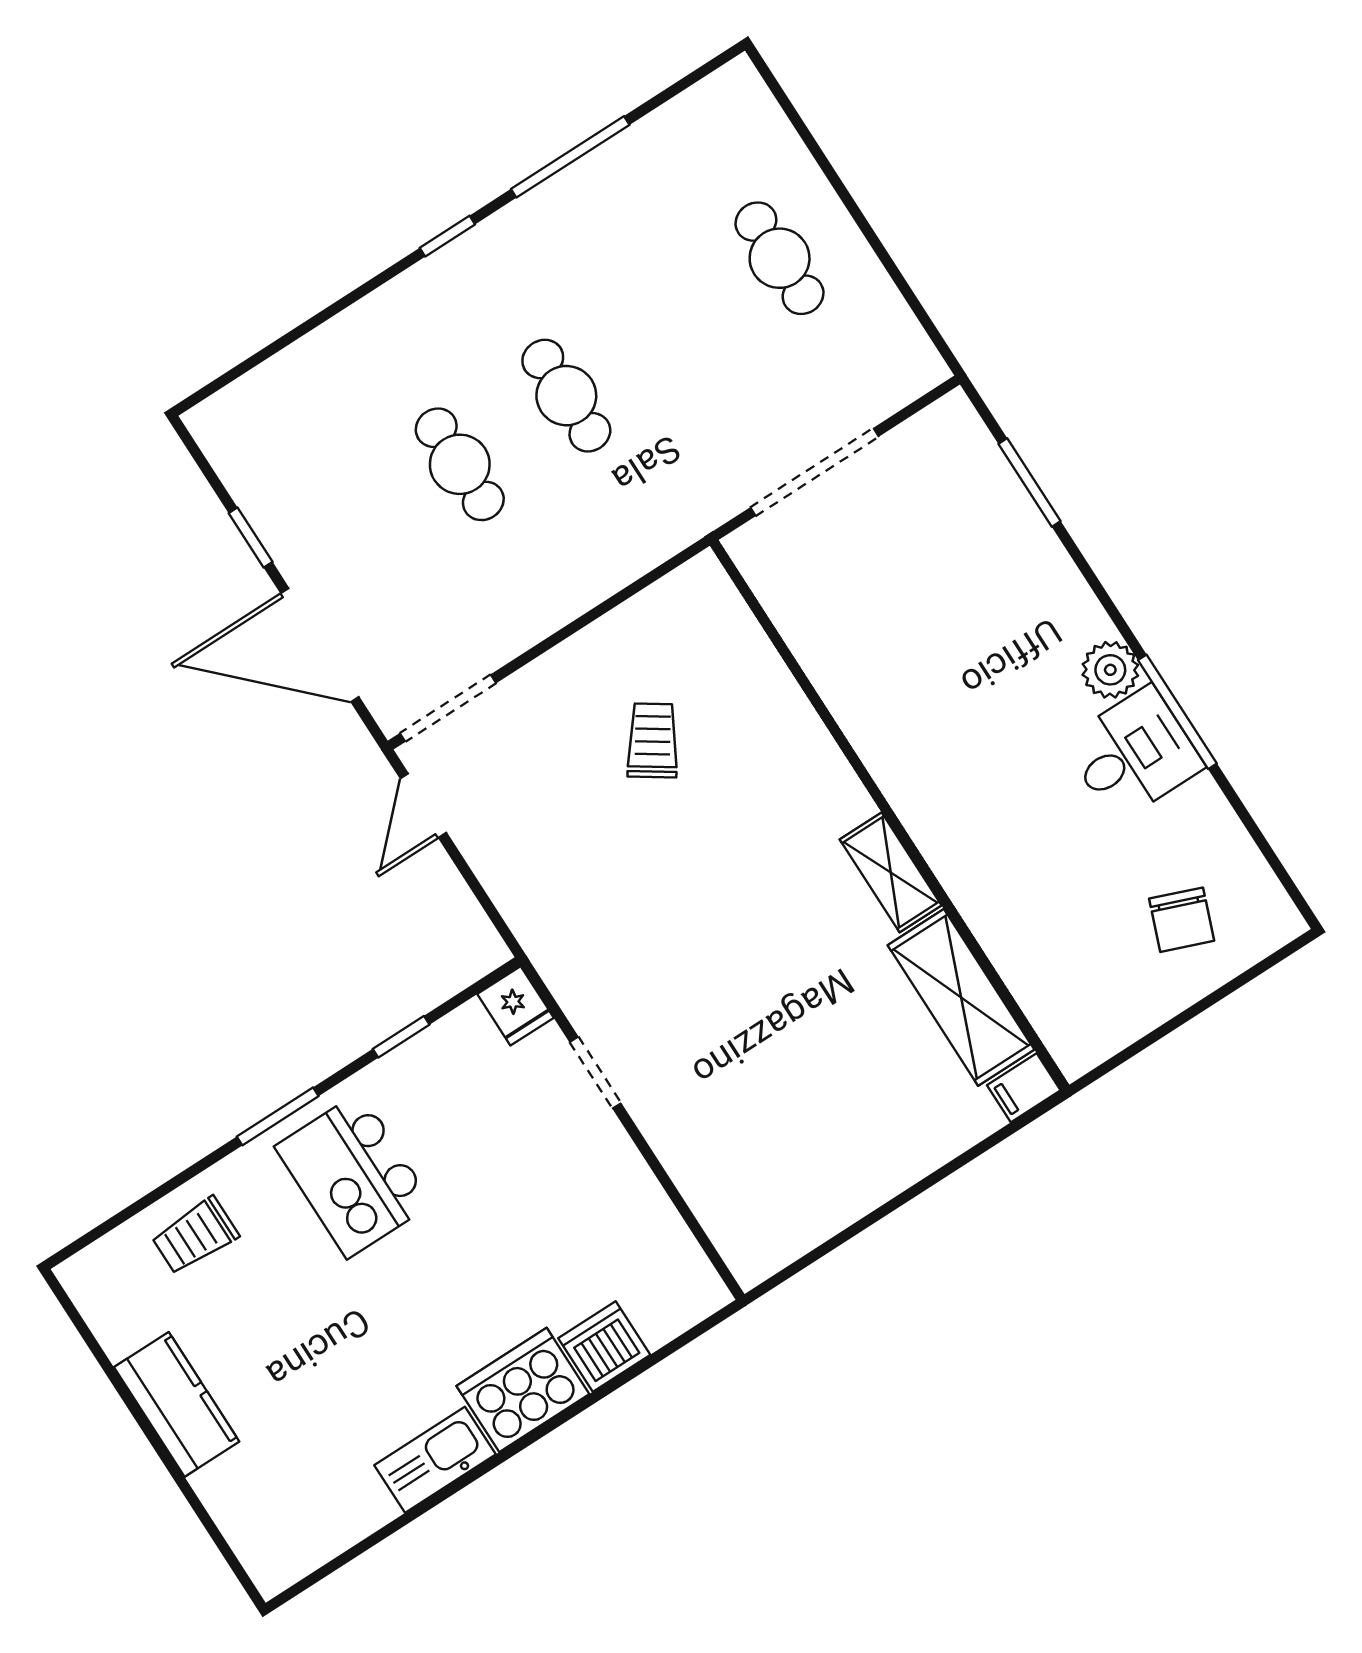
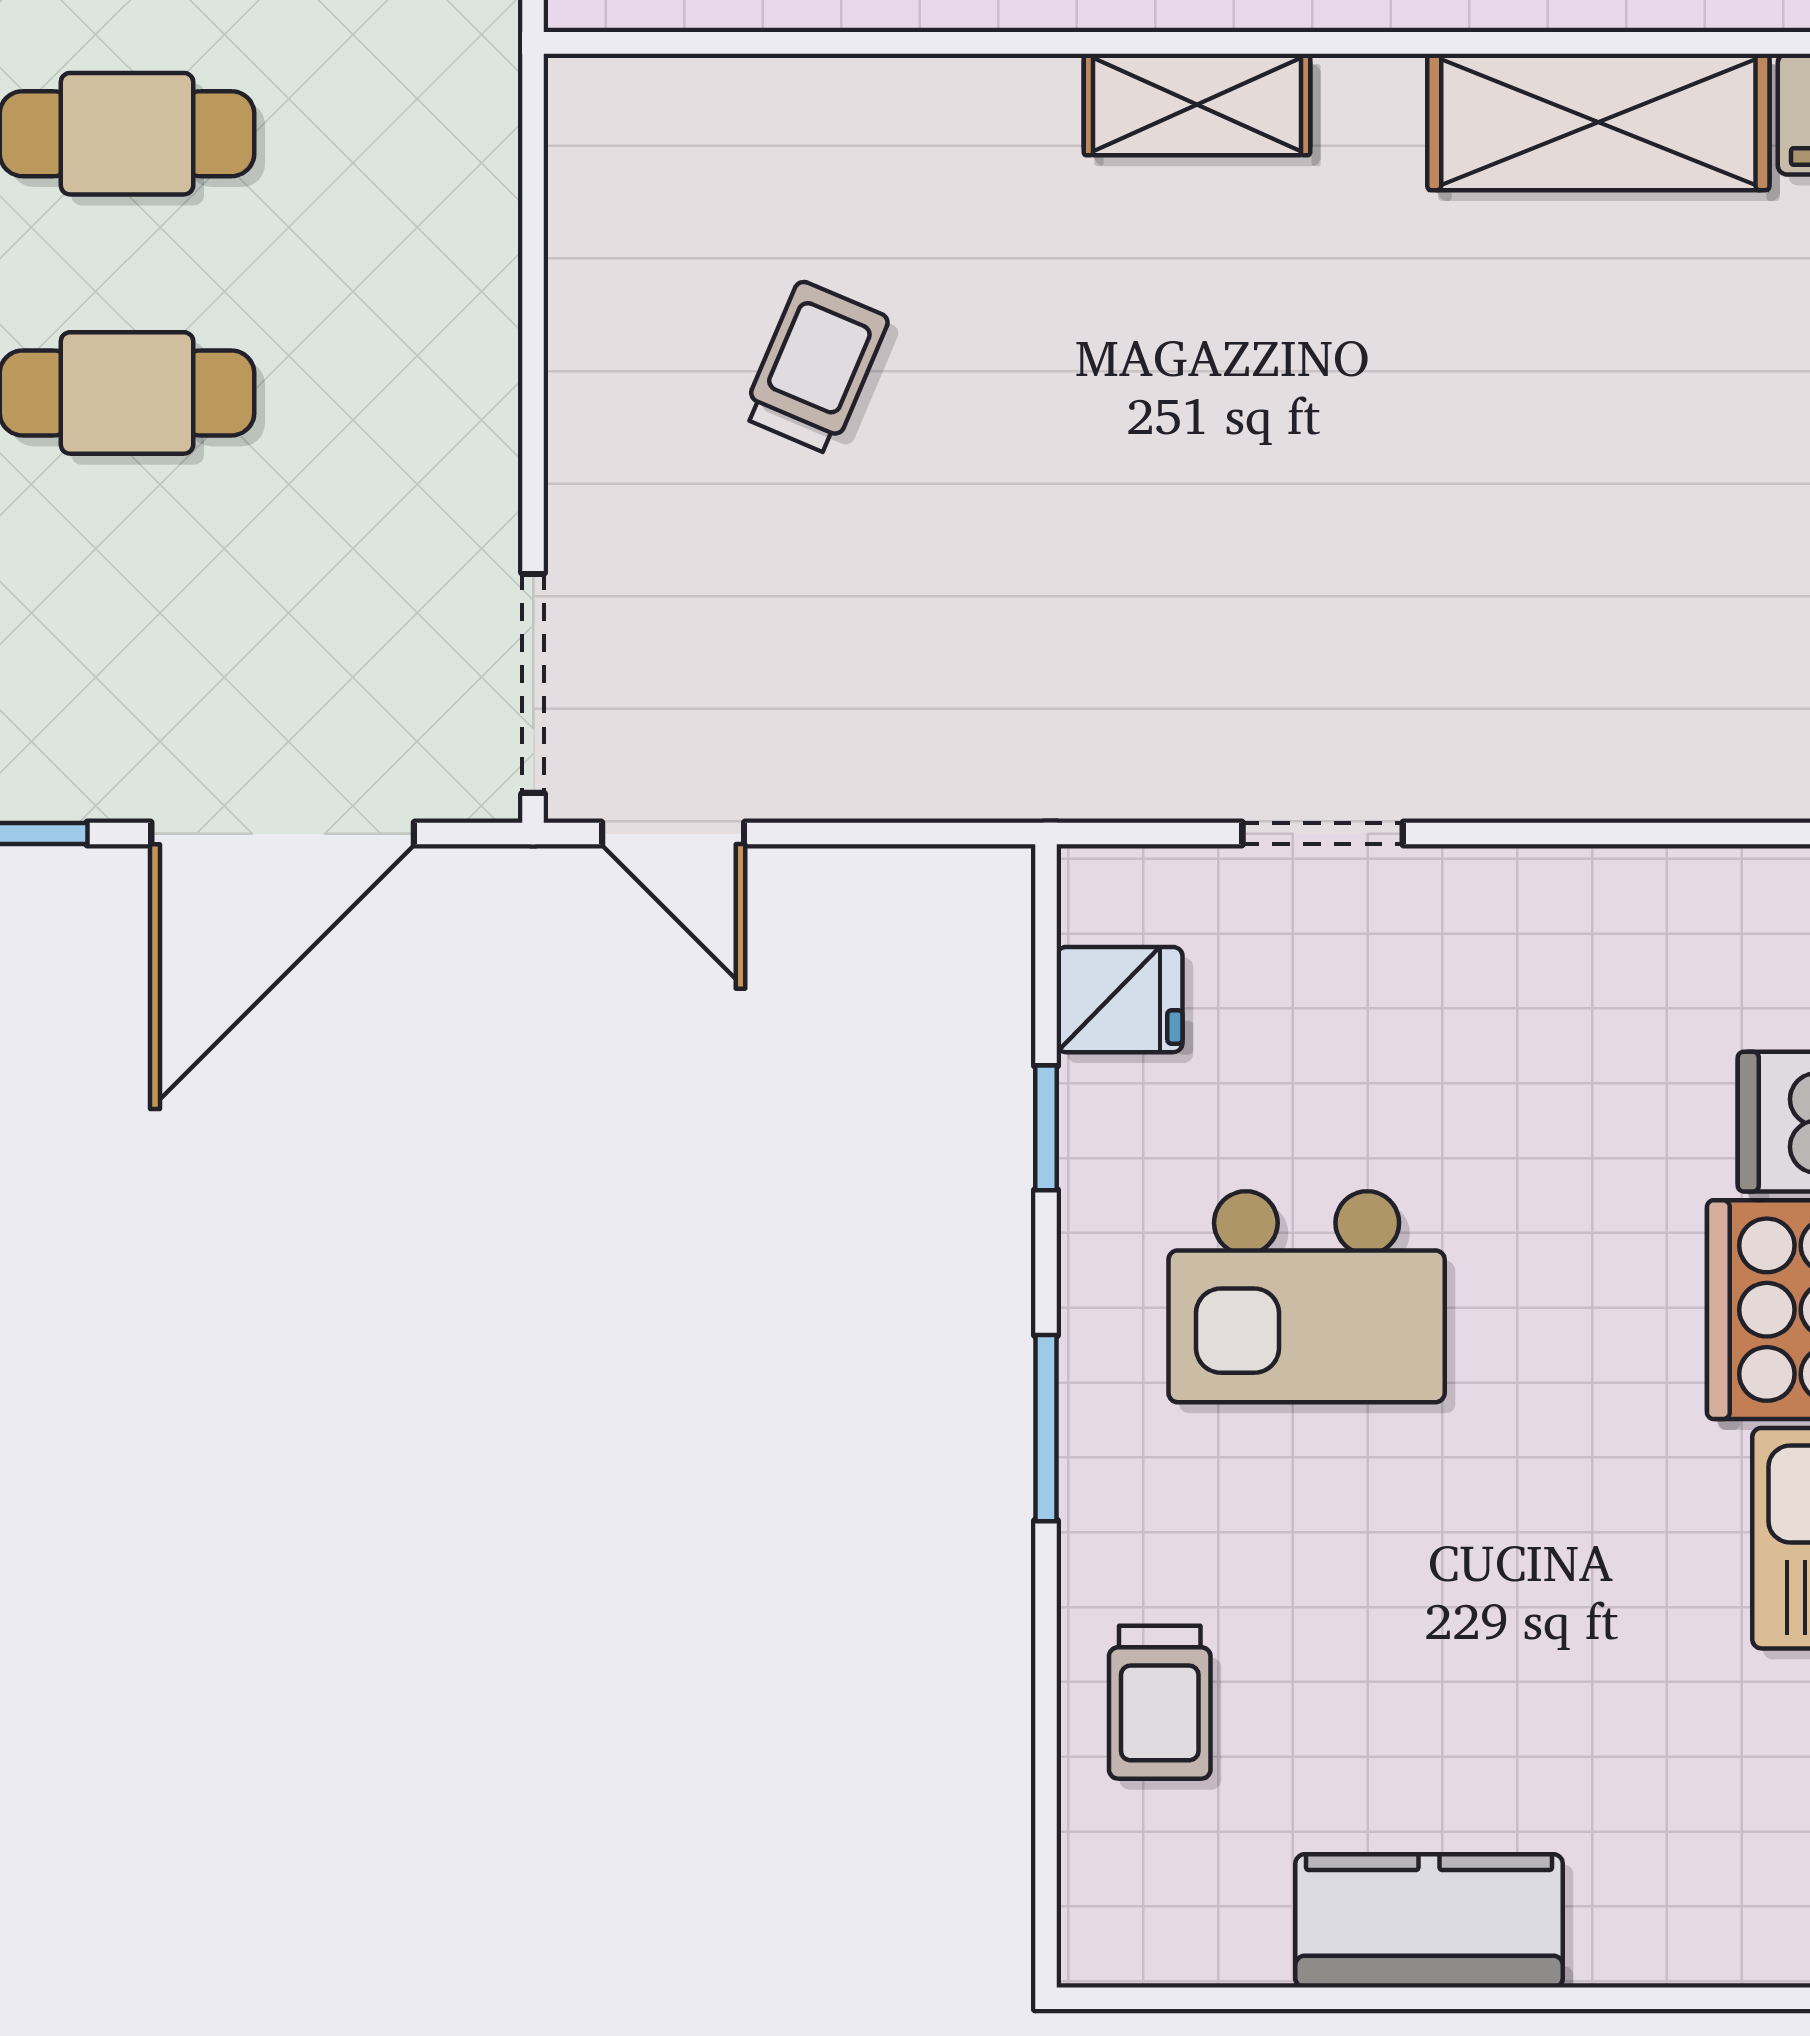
trolley: (653, 740) -> (815, 367), turned 79
shelving: (891, 872) -> (1197, 104), moved
fridge: (515, 1006) -> (1120, 1000), moved
kitchen island: (354, 1175) -> (1307, 1297), moved

